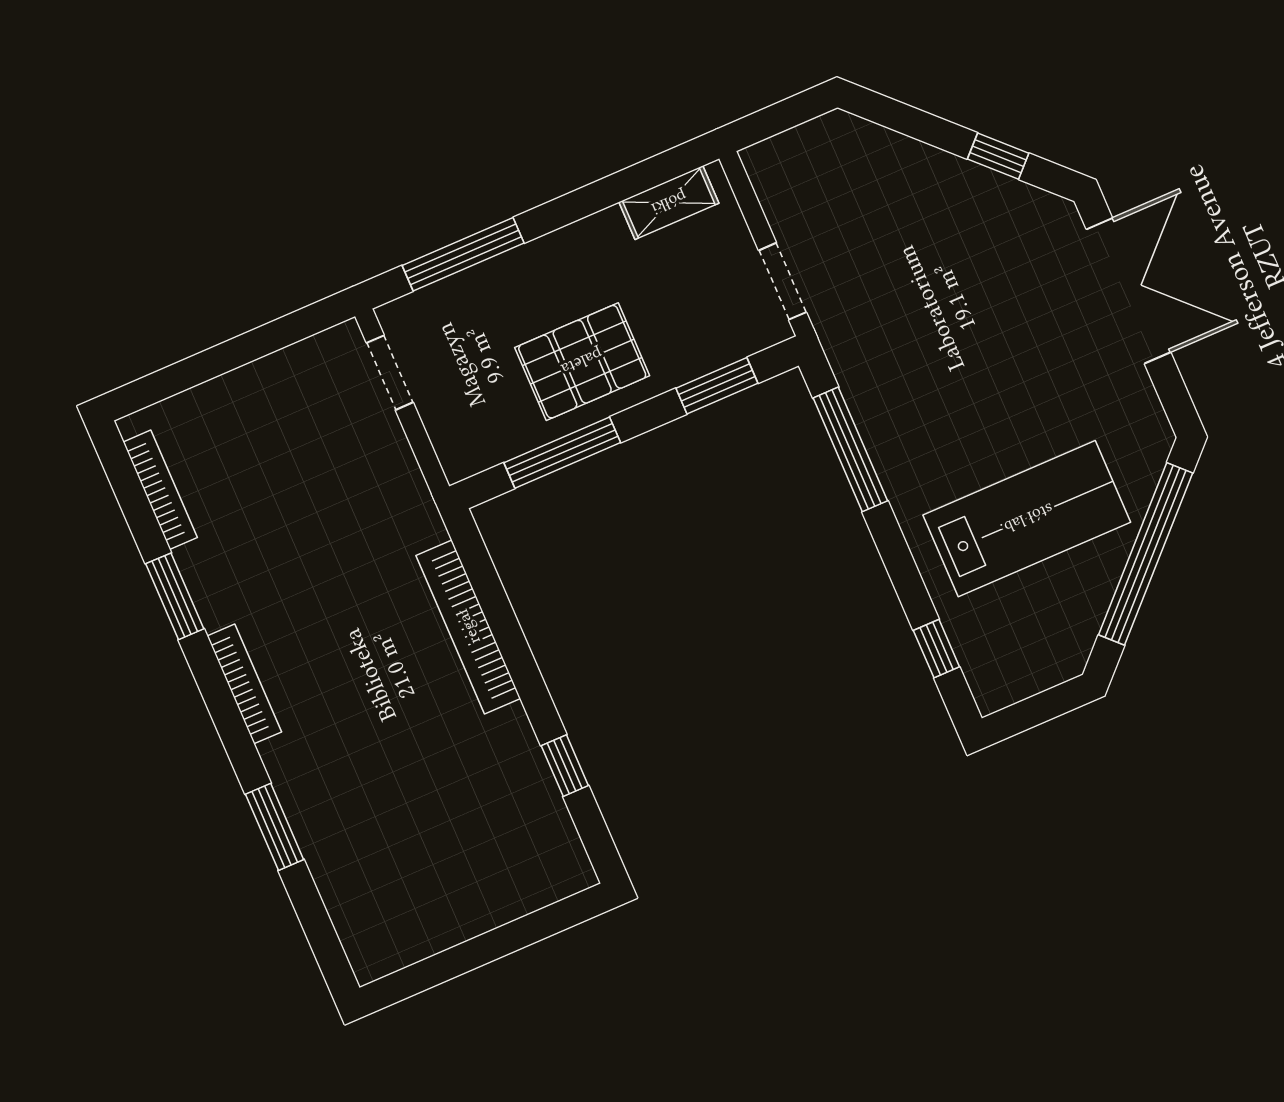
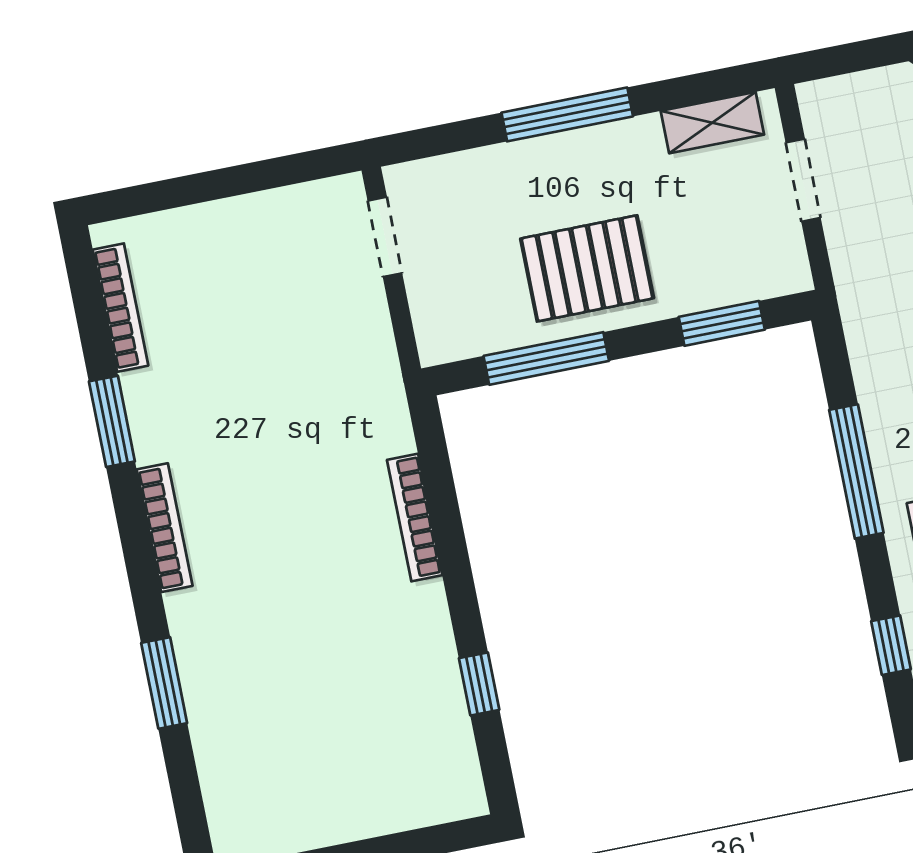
window: (463, 254) -> (567, 114), moved
doorway: (783, 281) -> (803, 180), moved
window: (850, 449) -> (856, 471), moved
bookcase: (468, 627) -> (415, 517), width x0.68, depth x0.76

